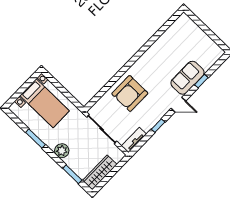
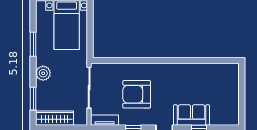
armchair: (130, 93) -> (137, 94), moved

